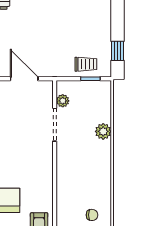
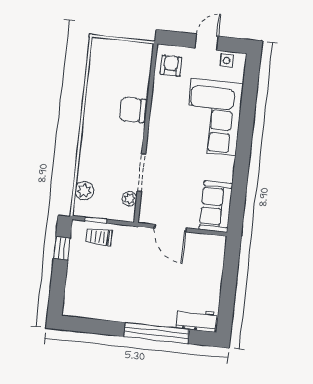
plant: (103, 131) -> (84, 191), moved
chair: (92, 215) -> (133, 110), moved, width x1.87, depth x1.87

